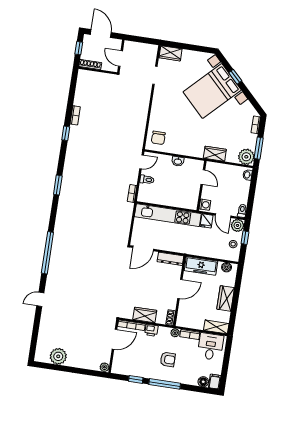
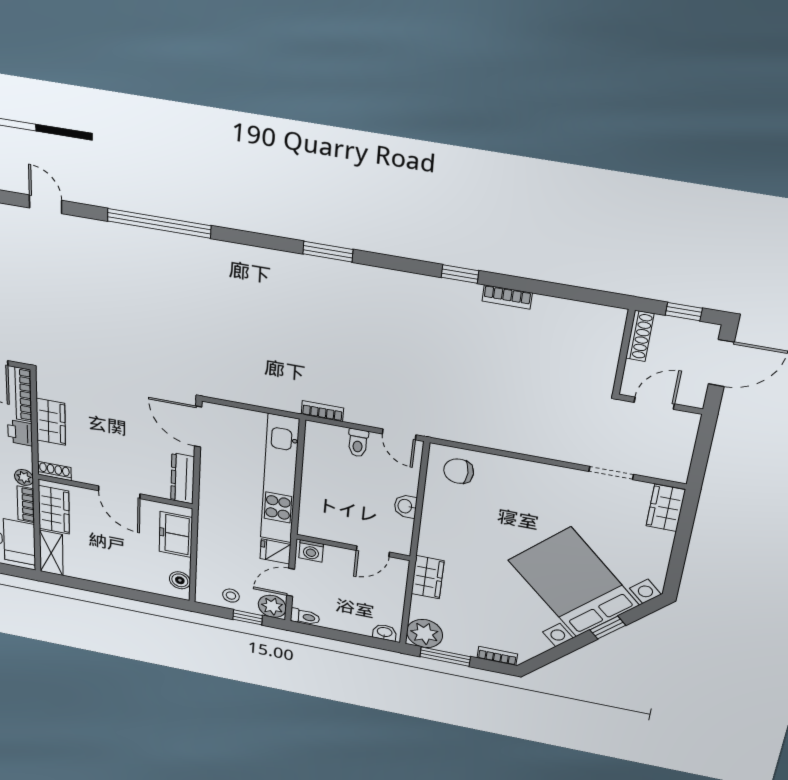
freezer: (201, 266) -> (176, 534), width x0.71
wardrobe: (226, 298) -> (54, 510), moved, turned 90

